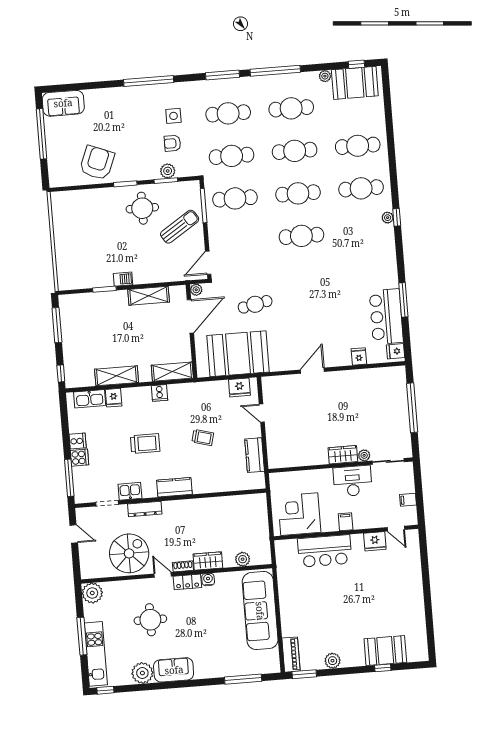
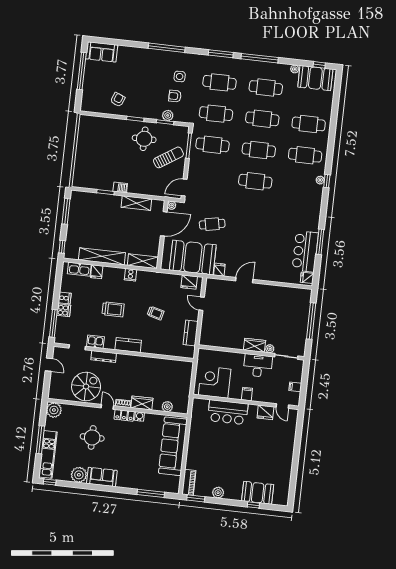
armchair: (97, 163) -> (118, 100), width x0.53, depth x0.53
fridge: (359, 356) -> (219, 270), moved
shelving: (117, 376) -> (102, 256), width x1.47

